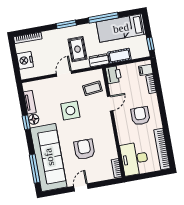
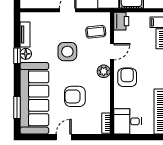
armchair: (140, 116) -> (127, 77), moved
plant: (106, 122) -> (104, 71), added
armchair: (84, 149) -> (75, 96), turned -90
desk: (135, 159) -> (128, 121), width x0.73
window: (35, 169) -> (17, 108), width x0.69

